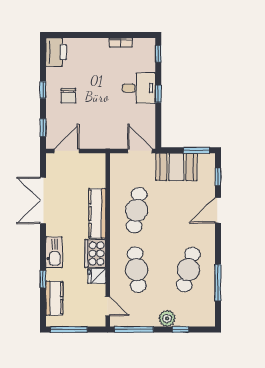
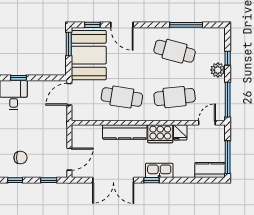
door: (67, 151) -> (69, 159), swing flipped
booth: (176, 167) -> (89, 55), width x1.36, depth x1.42
window: (43, 279) -> (151, 180), moved
kitchen counter: (54, 298) -> (210, 170), moved

